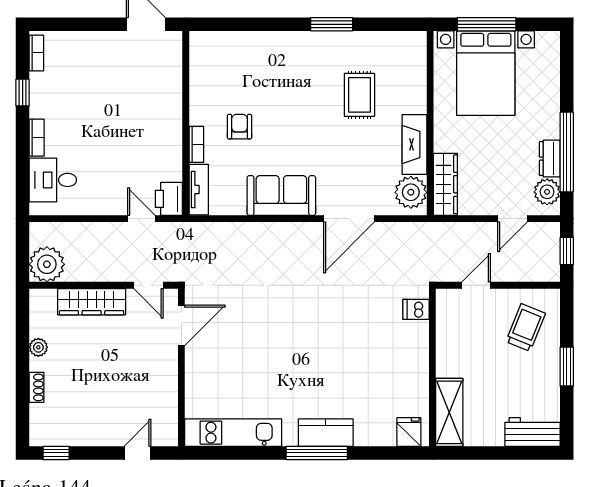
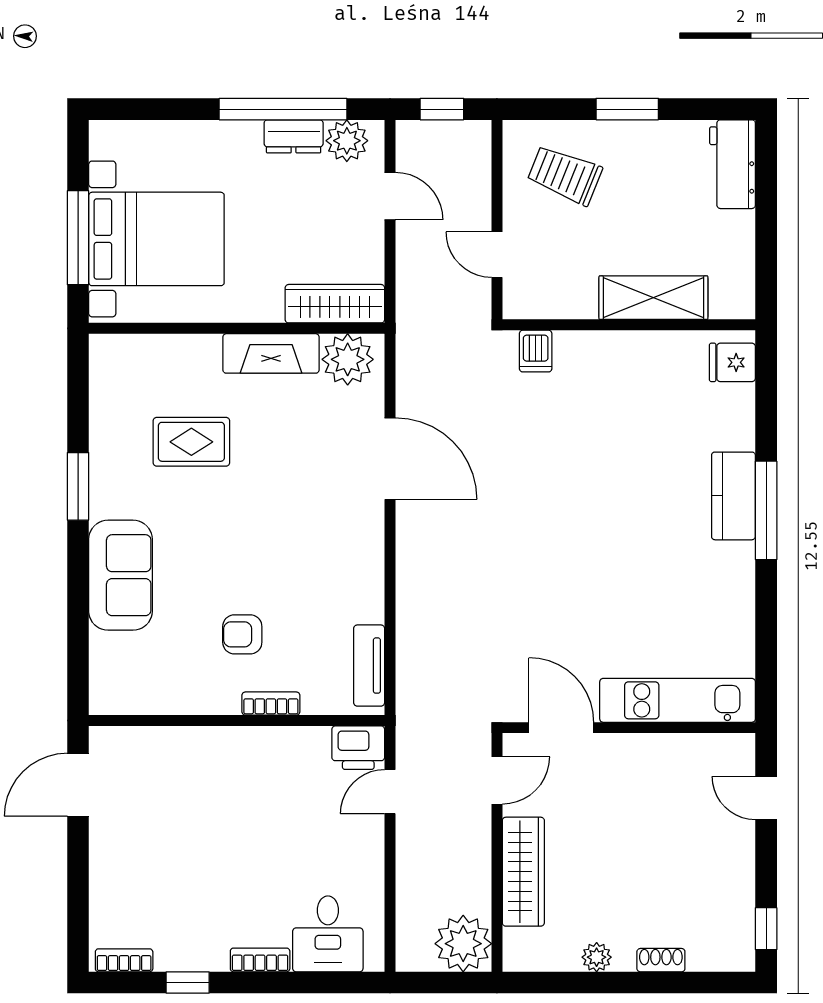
tv unit: (199, 190) -> (369, 666), moved, turned -90
sofa: (281, 195) -> (120, 575), moved, turned 180
shelving: (449, 412) -> (653, 298), moved
kitchen unit: (233, 433) -> (678, 700), moved, turned 90

